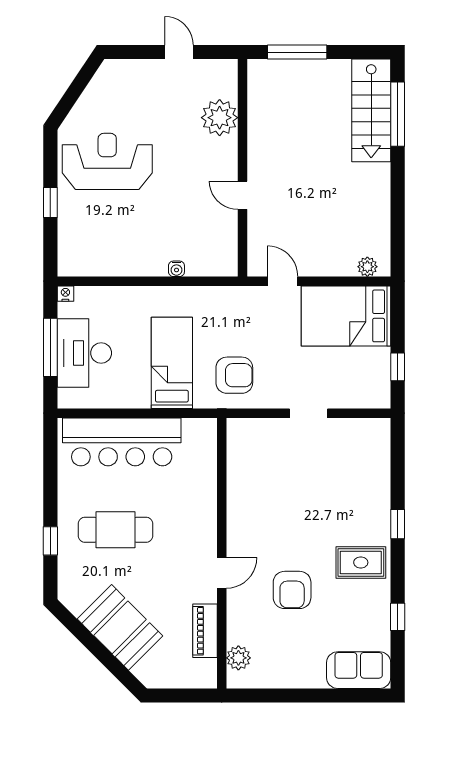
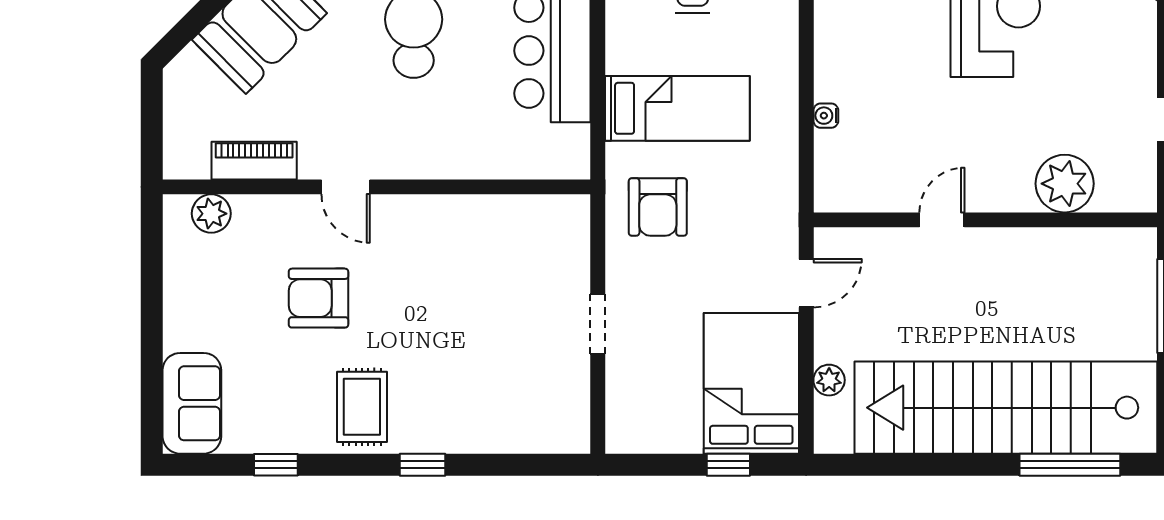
stairs: (371, 110) -> (1006, 408), width x1.86, depth x1.51
plant: (367, 267) -> (829, 380), moved
window: (398, 367) -> (728, 465), moved

